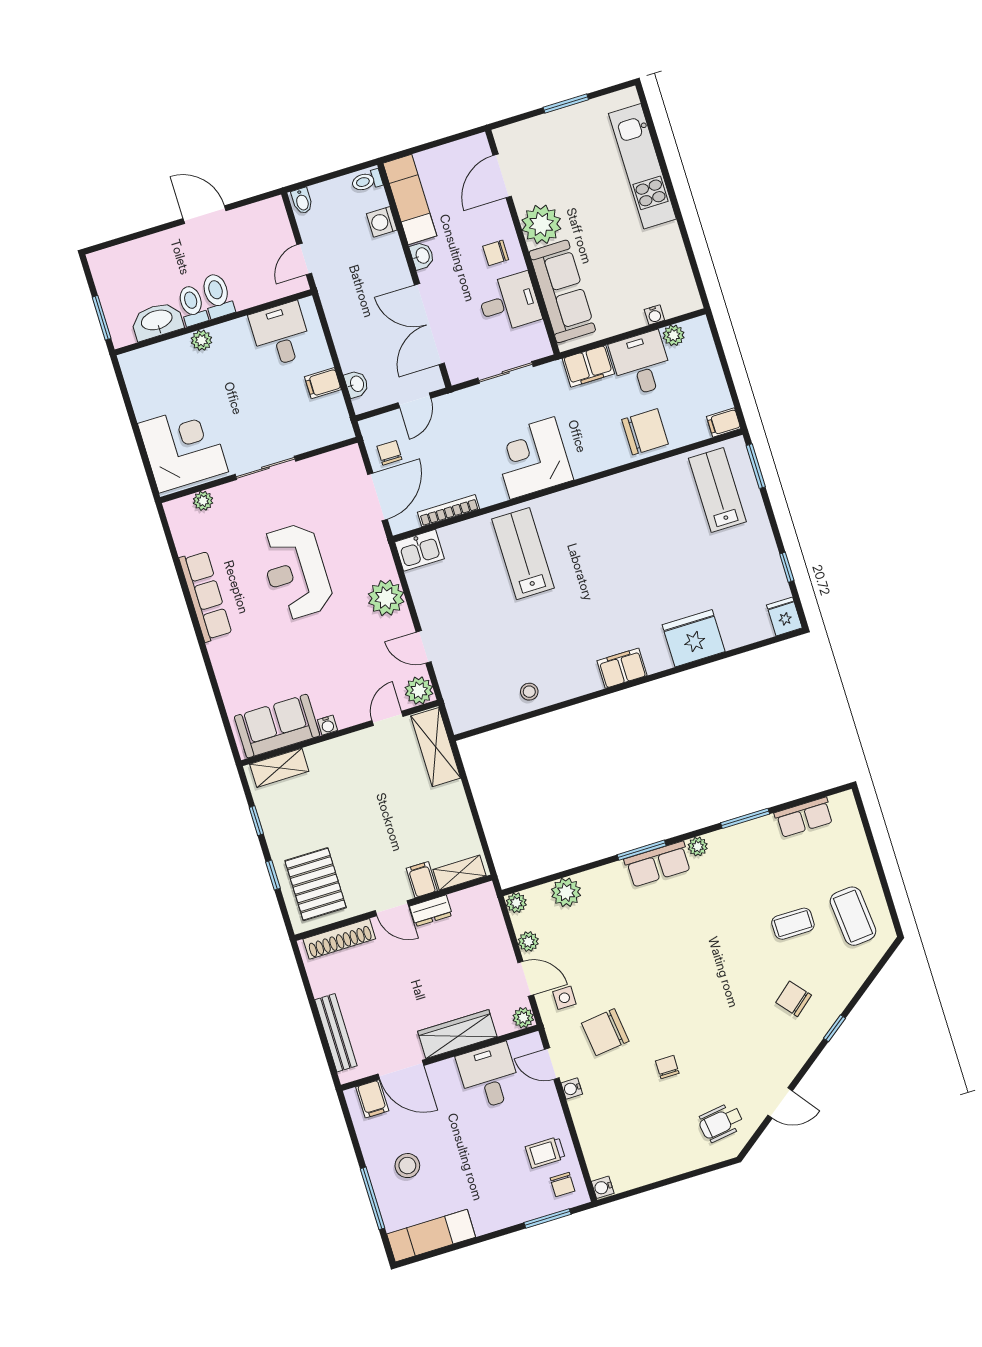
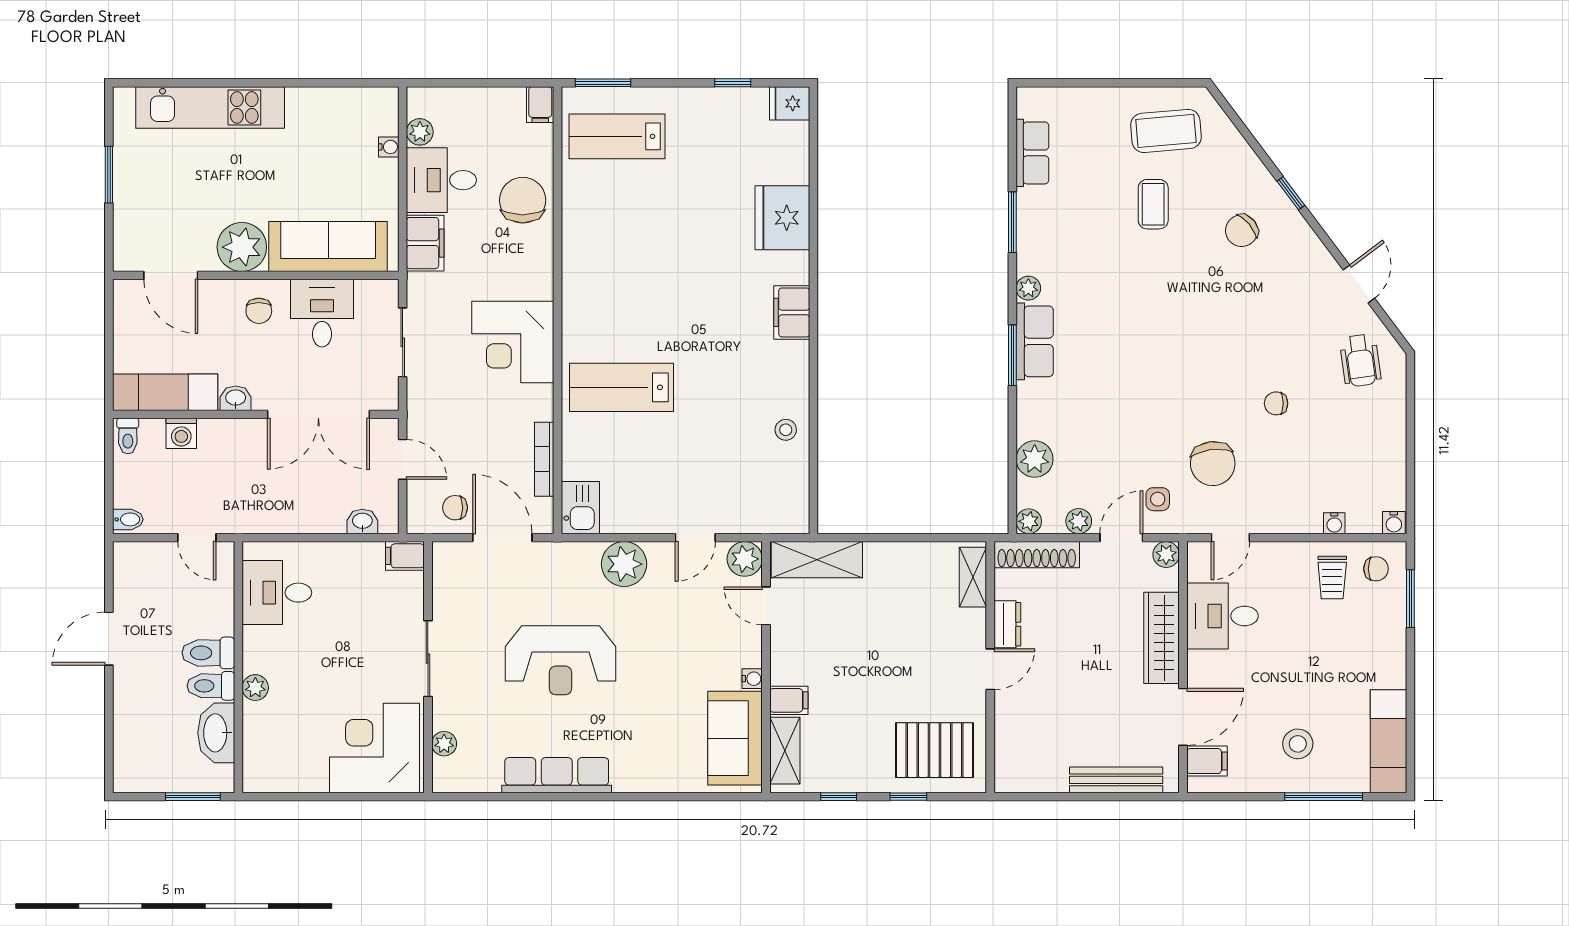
filing cabinet: (323, 383) -> (405, 556), moved, turned 90
filing cabinet: (422, 880) -> (789, 700), moved, turned 180
shoe rack: (339, 939) -> (1037, 555), moved, turned 90
water cooler: (572, 1089) -> (1334, 523), moved

